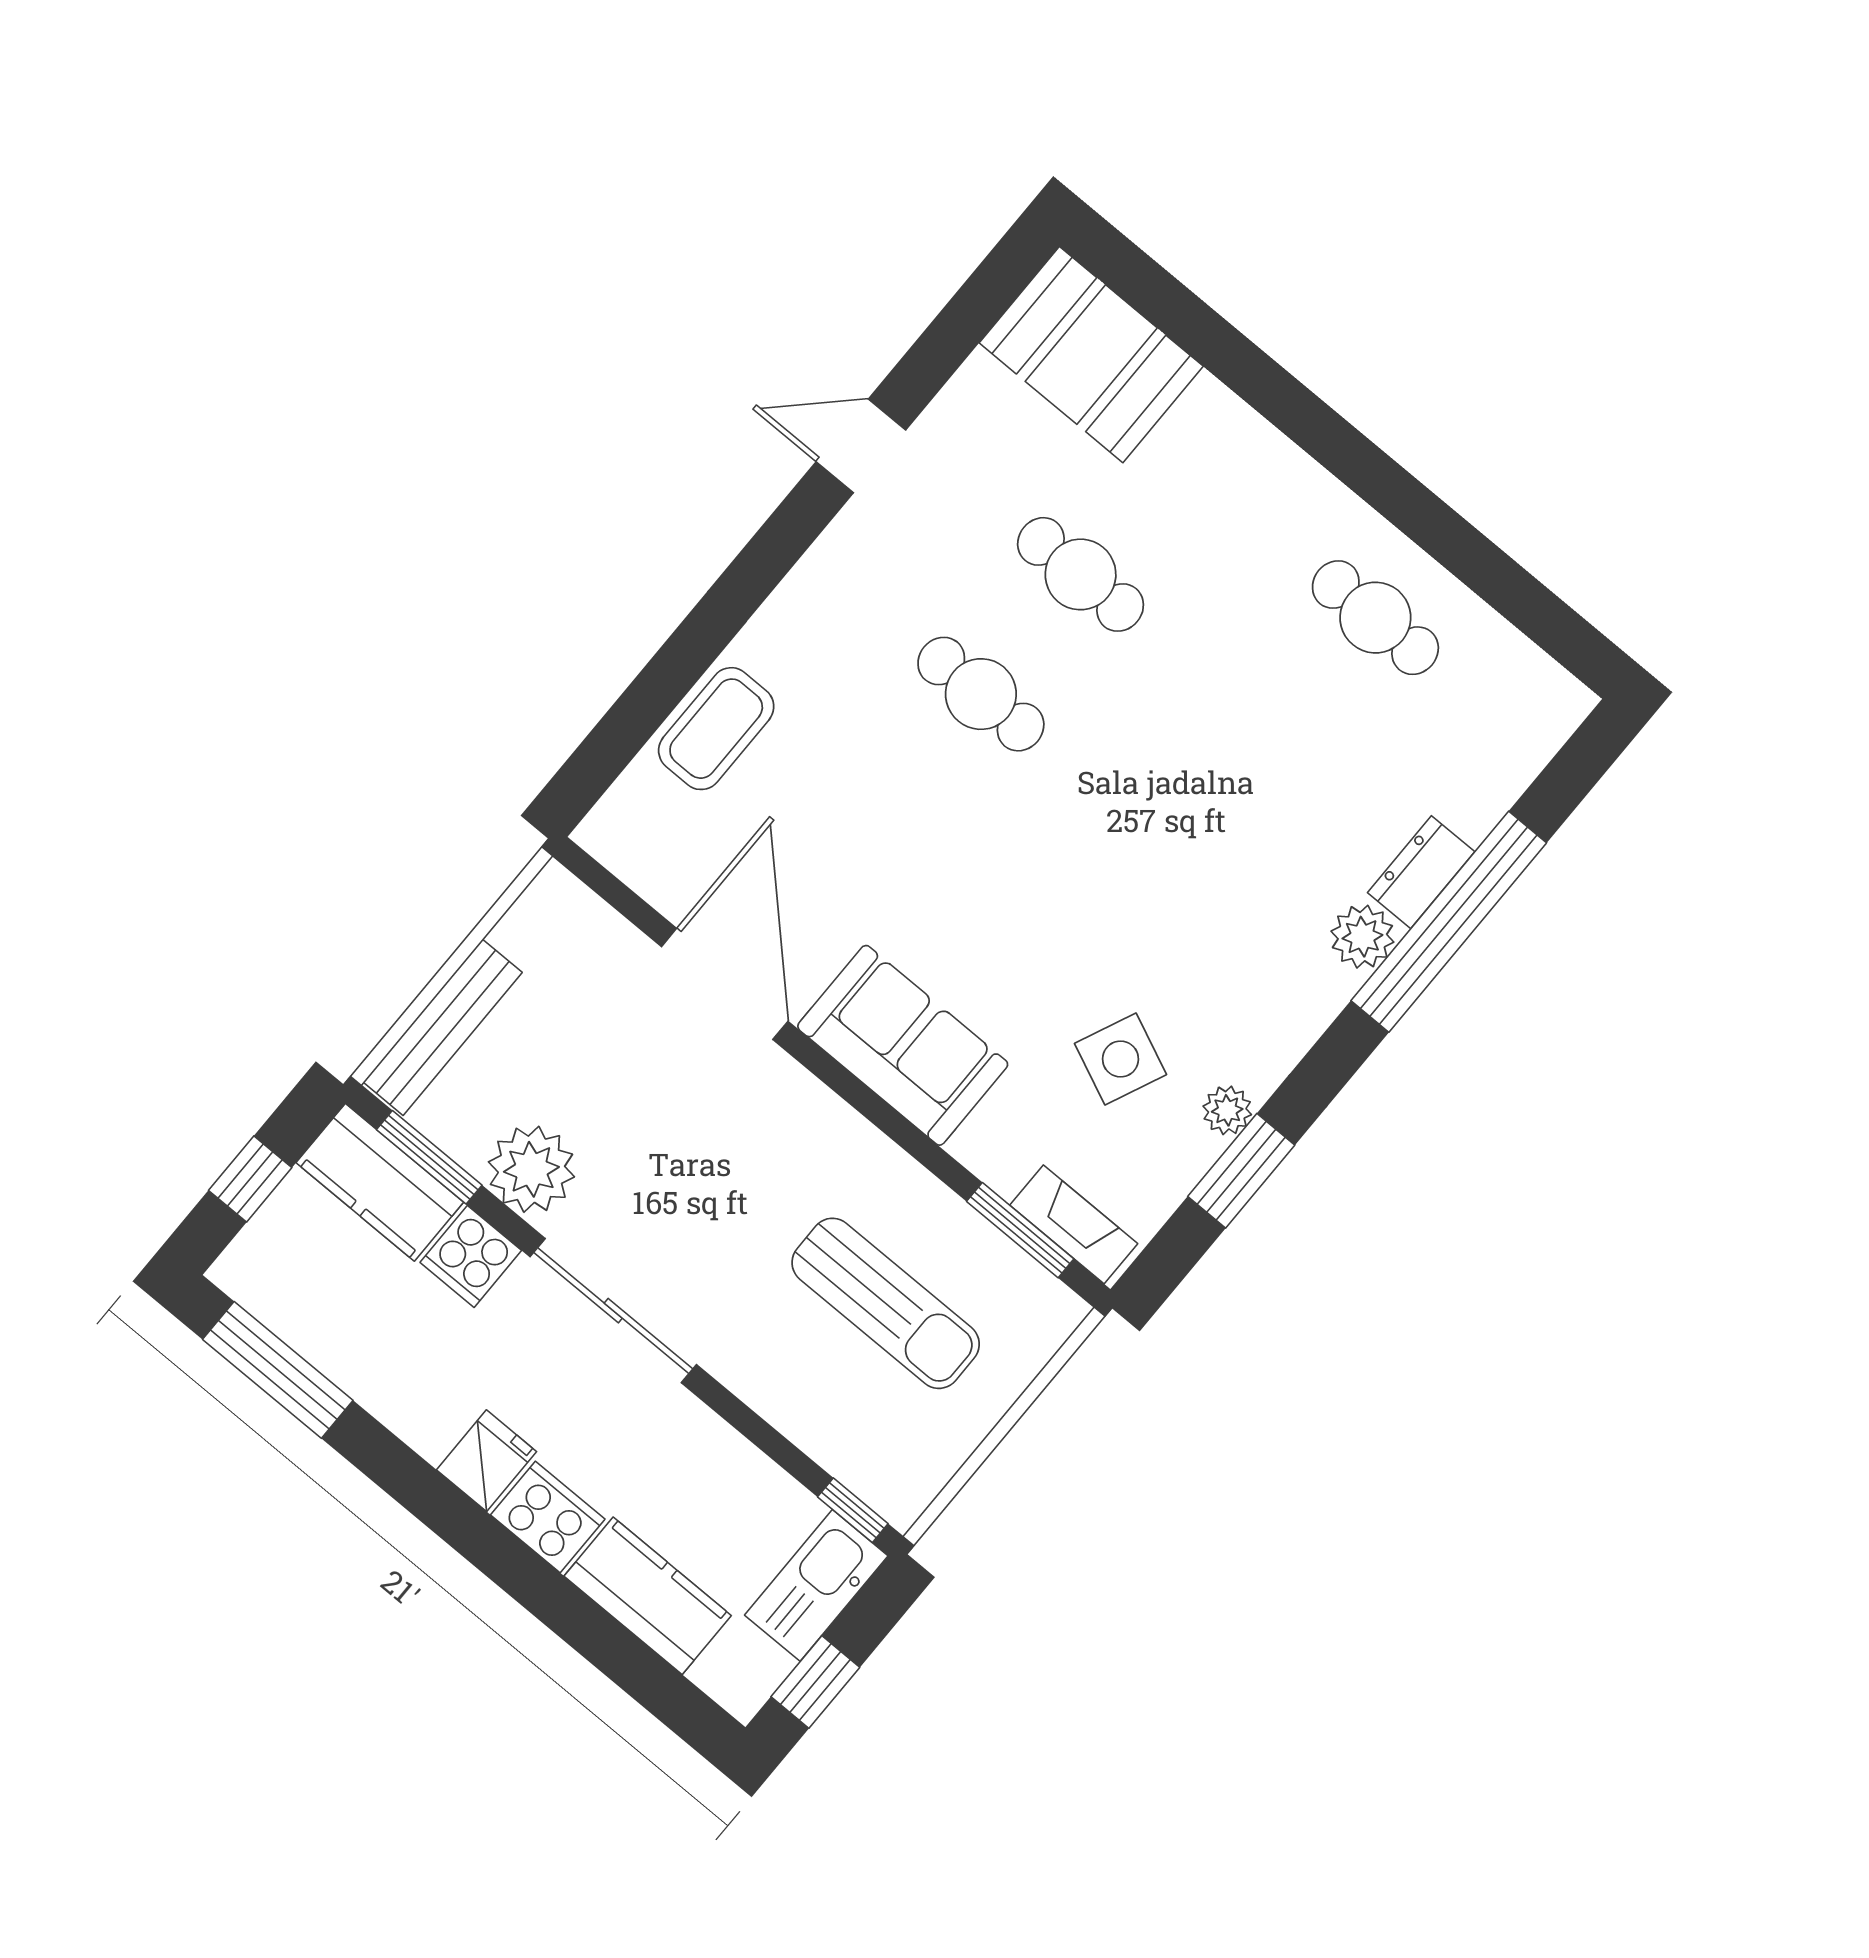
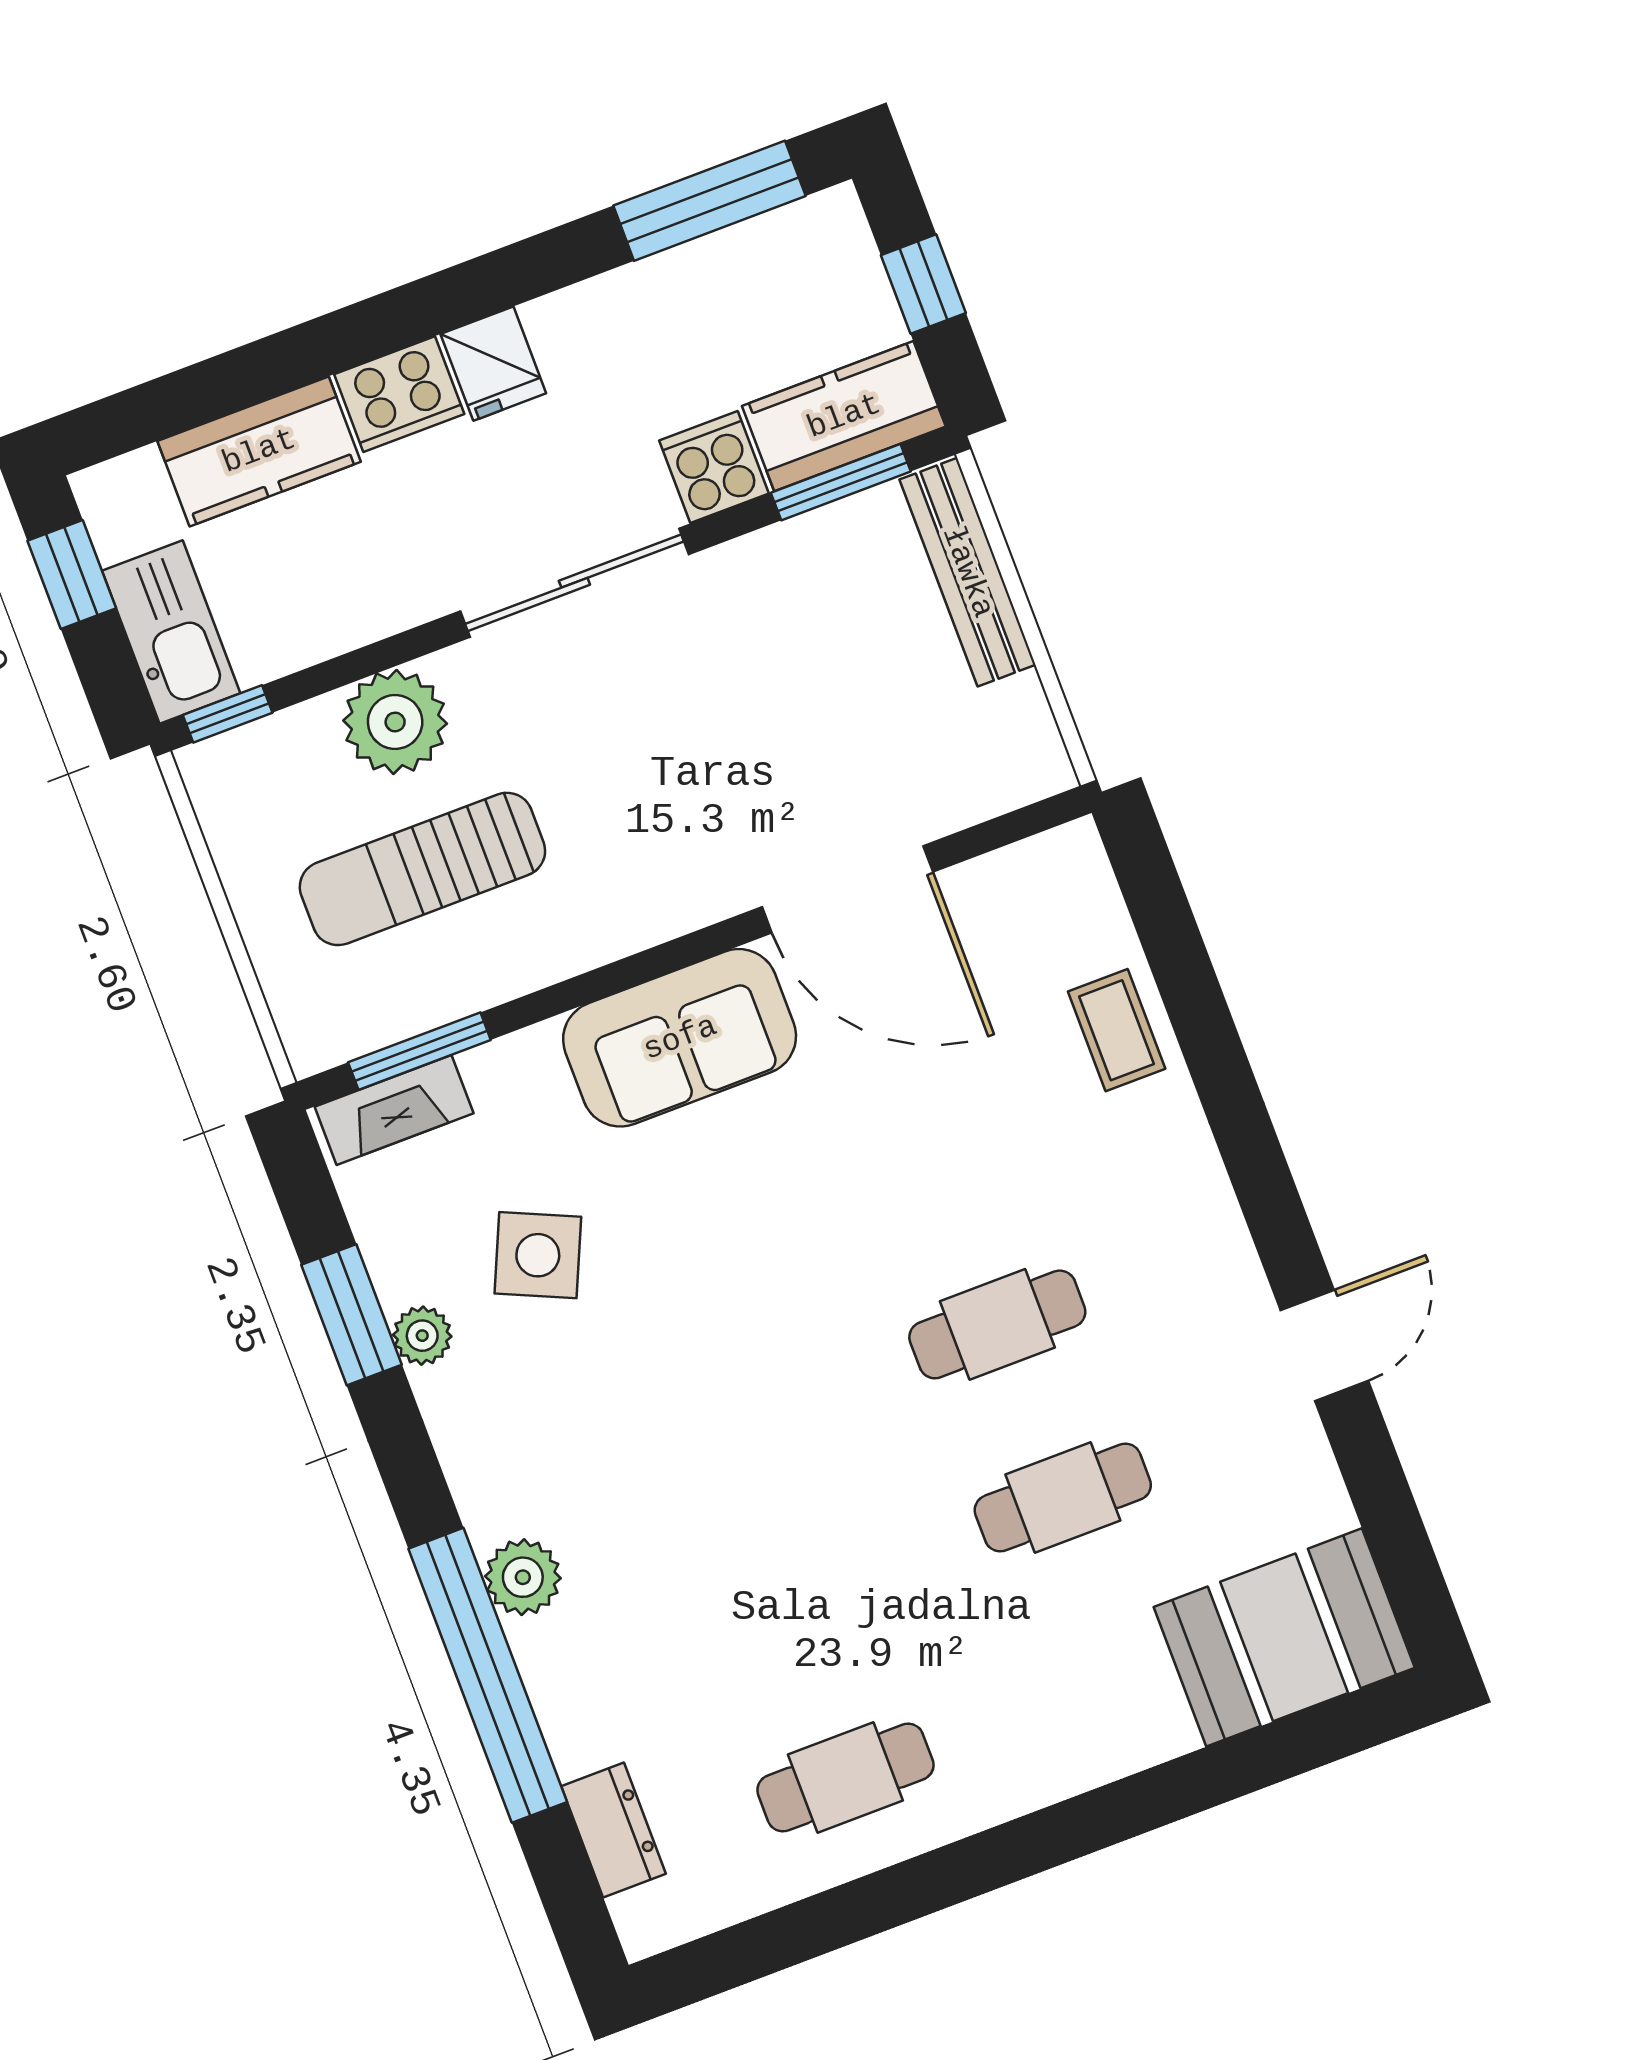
coffee table: (716, 729) -> (1117, 1030), width x0.73, depth x0.77
dresser: (1421, 872) -> (614, 1830), moved
plant: (531, 1169) -> (395, 722), moved

